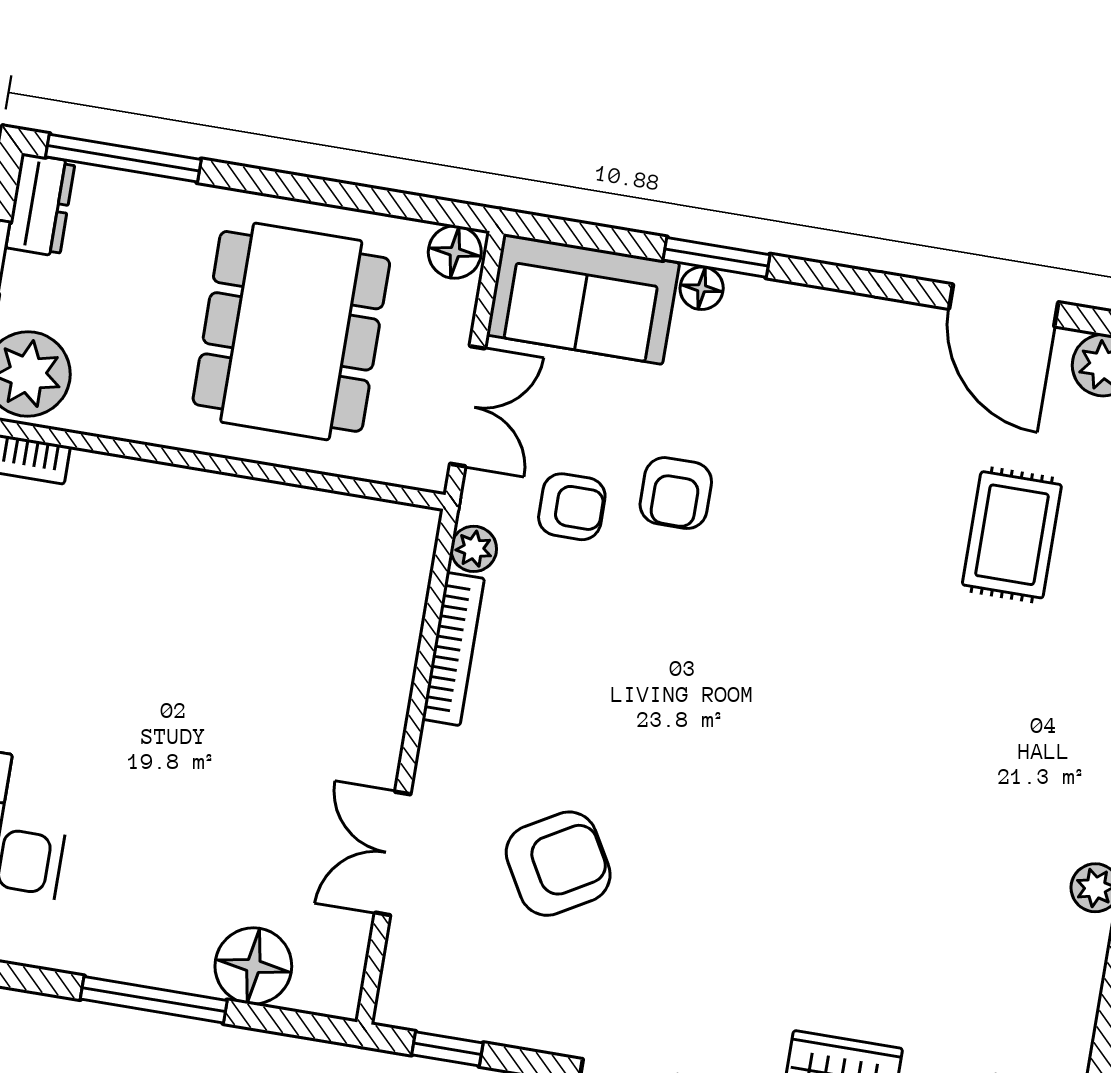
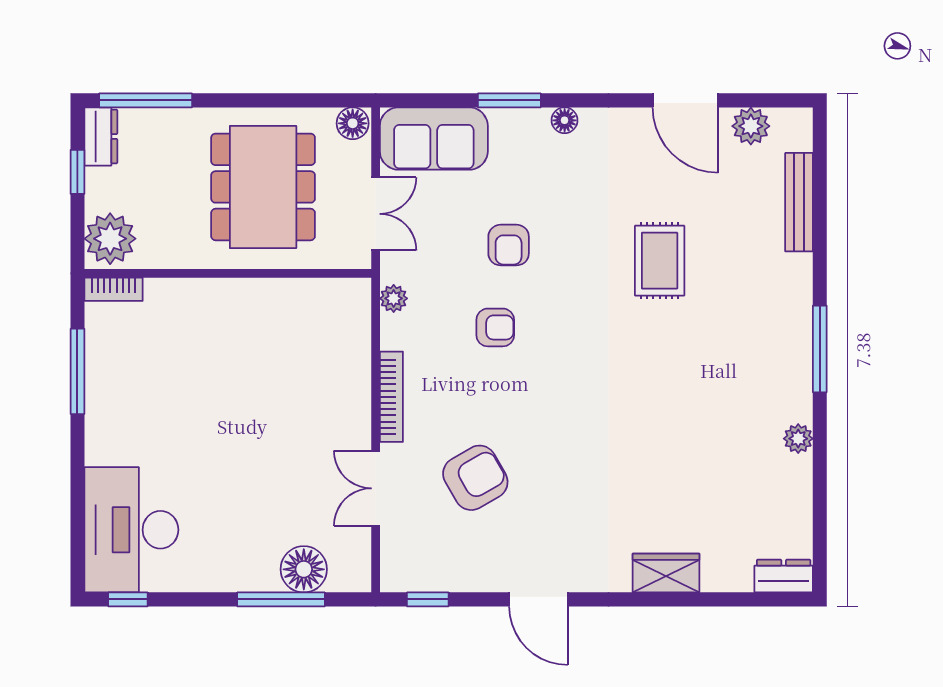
floor lamp: (702, 288) -> (565, 120), moved
armchair: (572, 507) -> (495, 327), moved
rug: (1012, 535) -> (660, 261), moved
bookcase: (453, 649) -> (391, 397), moved
window: (154, 1000) -> (281, 599), moved

